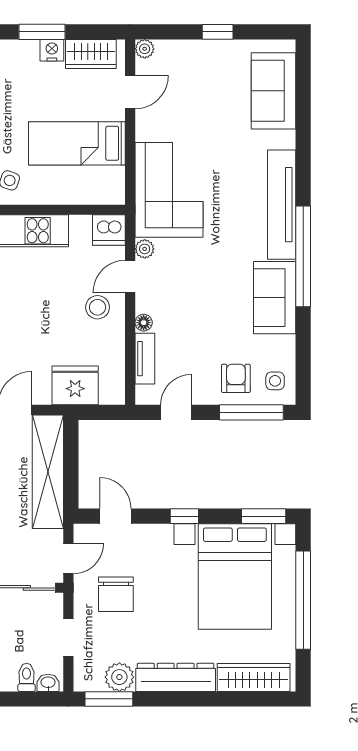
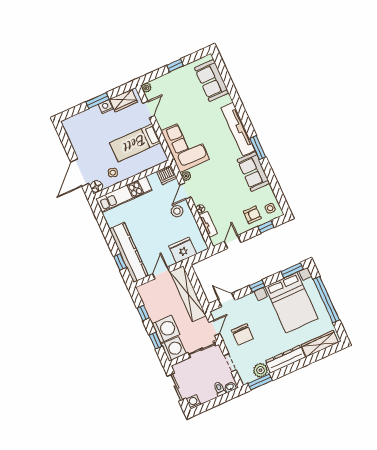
window: (303, 256) -> (258, 148), width x0.47
armchair: (236, 378) -> (252, 215), turned 90
window: (251, 412) -> (266, 227), width x0.46

